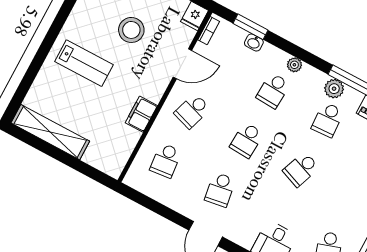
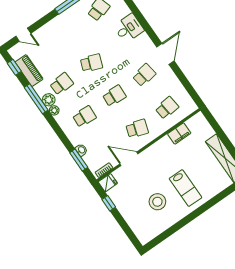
stool: (131, 30) -> (157, 202), moved
lab bench: (84, 63) -> (185, 188), turned 180
plant: (294, 65) -> (54, 110), moved
filing cabinet: (141, 114) -> (179, 133), moved

